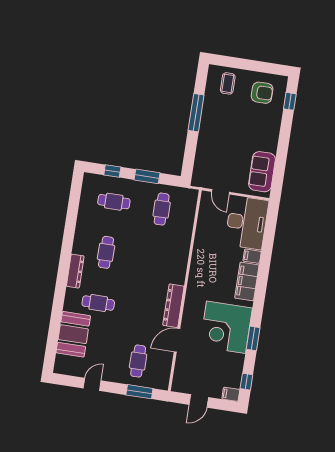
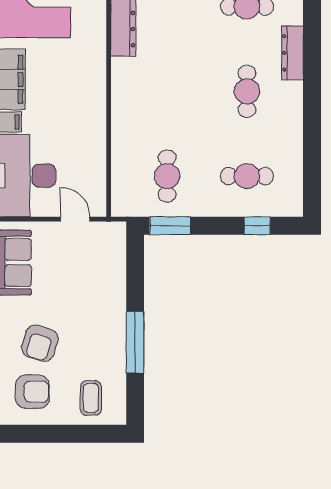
armchair: (262, 93) -> (32, 392), turned 180
armchair: (253, 121) -> (40, 343), added
window: (147, 176) -> (170, 226), moved

